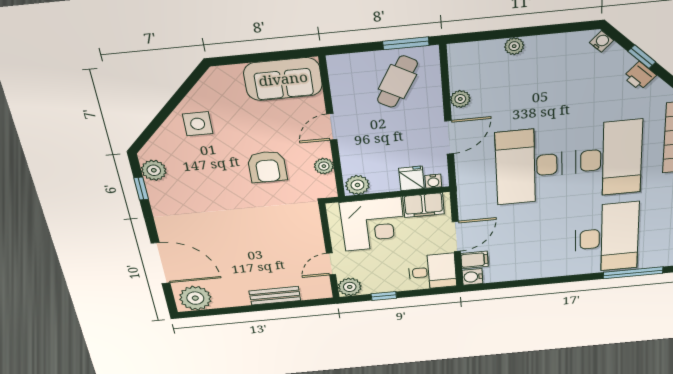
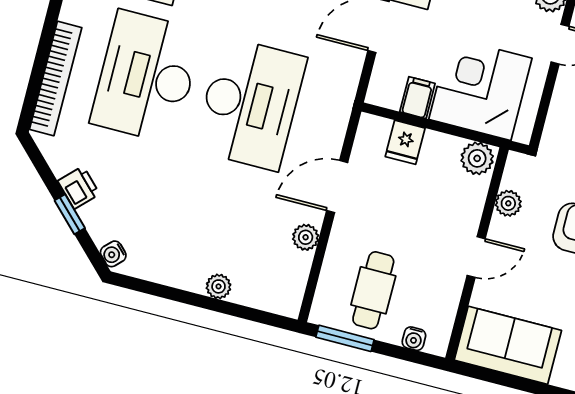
cafe table: (397, 82) -> (373, 290), turned -30
water cooler: (433, 181) -> (414, 339), moved, turned 180
filing cabinet: (424, 205) -> (417, 98), width x0.50

